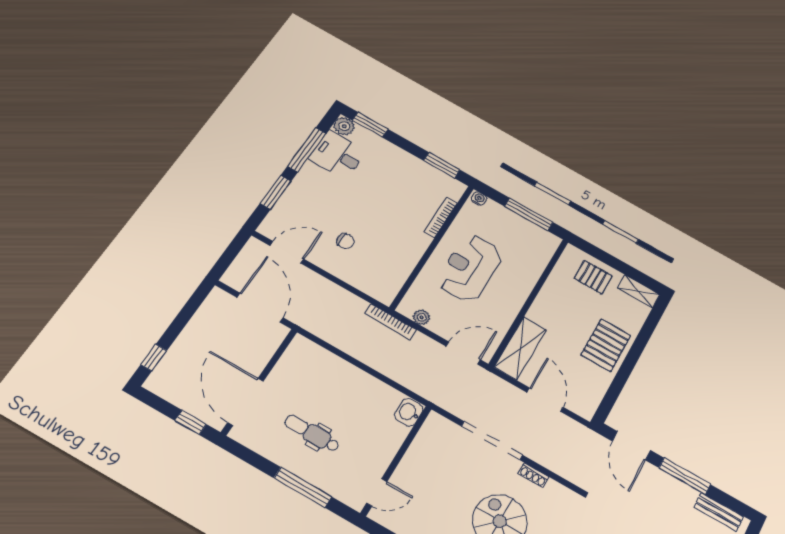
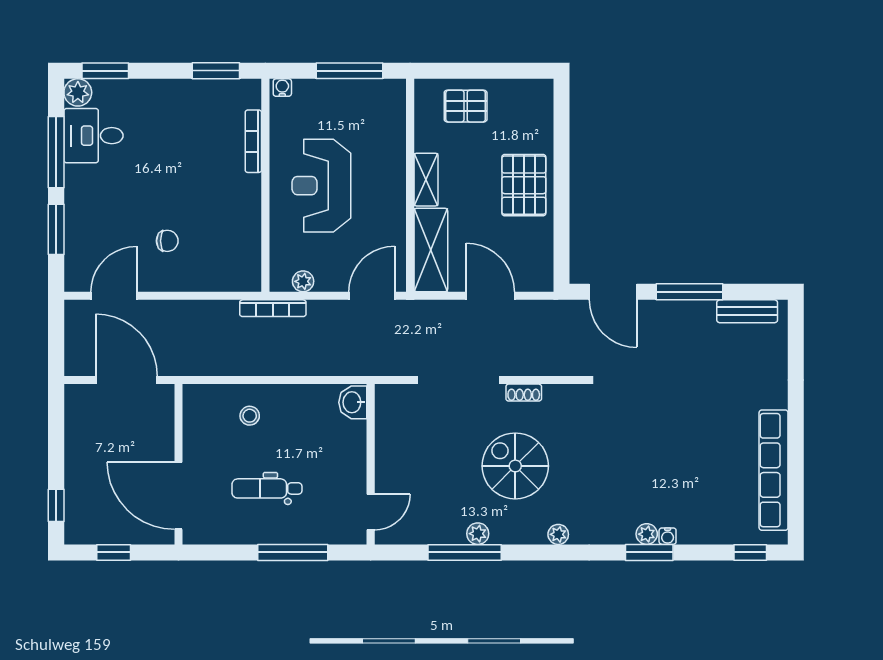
shelving: (639, 291) -> (426, 180), moved, turned 90
stool: (331, 379) -> (250, 416), added
window: (191, 422) -> (114, 552), moved

